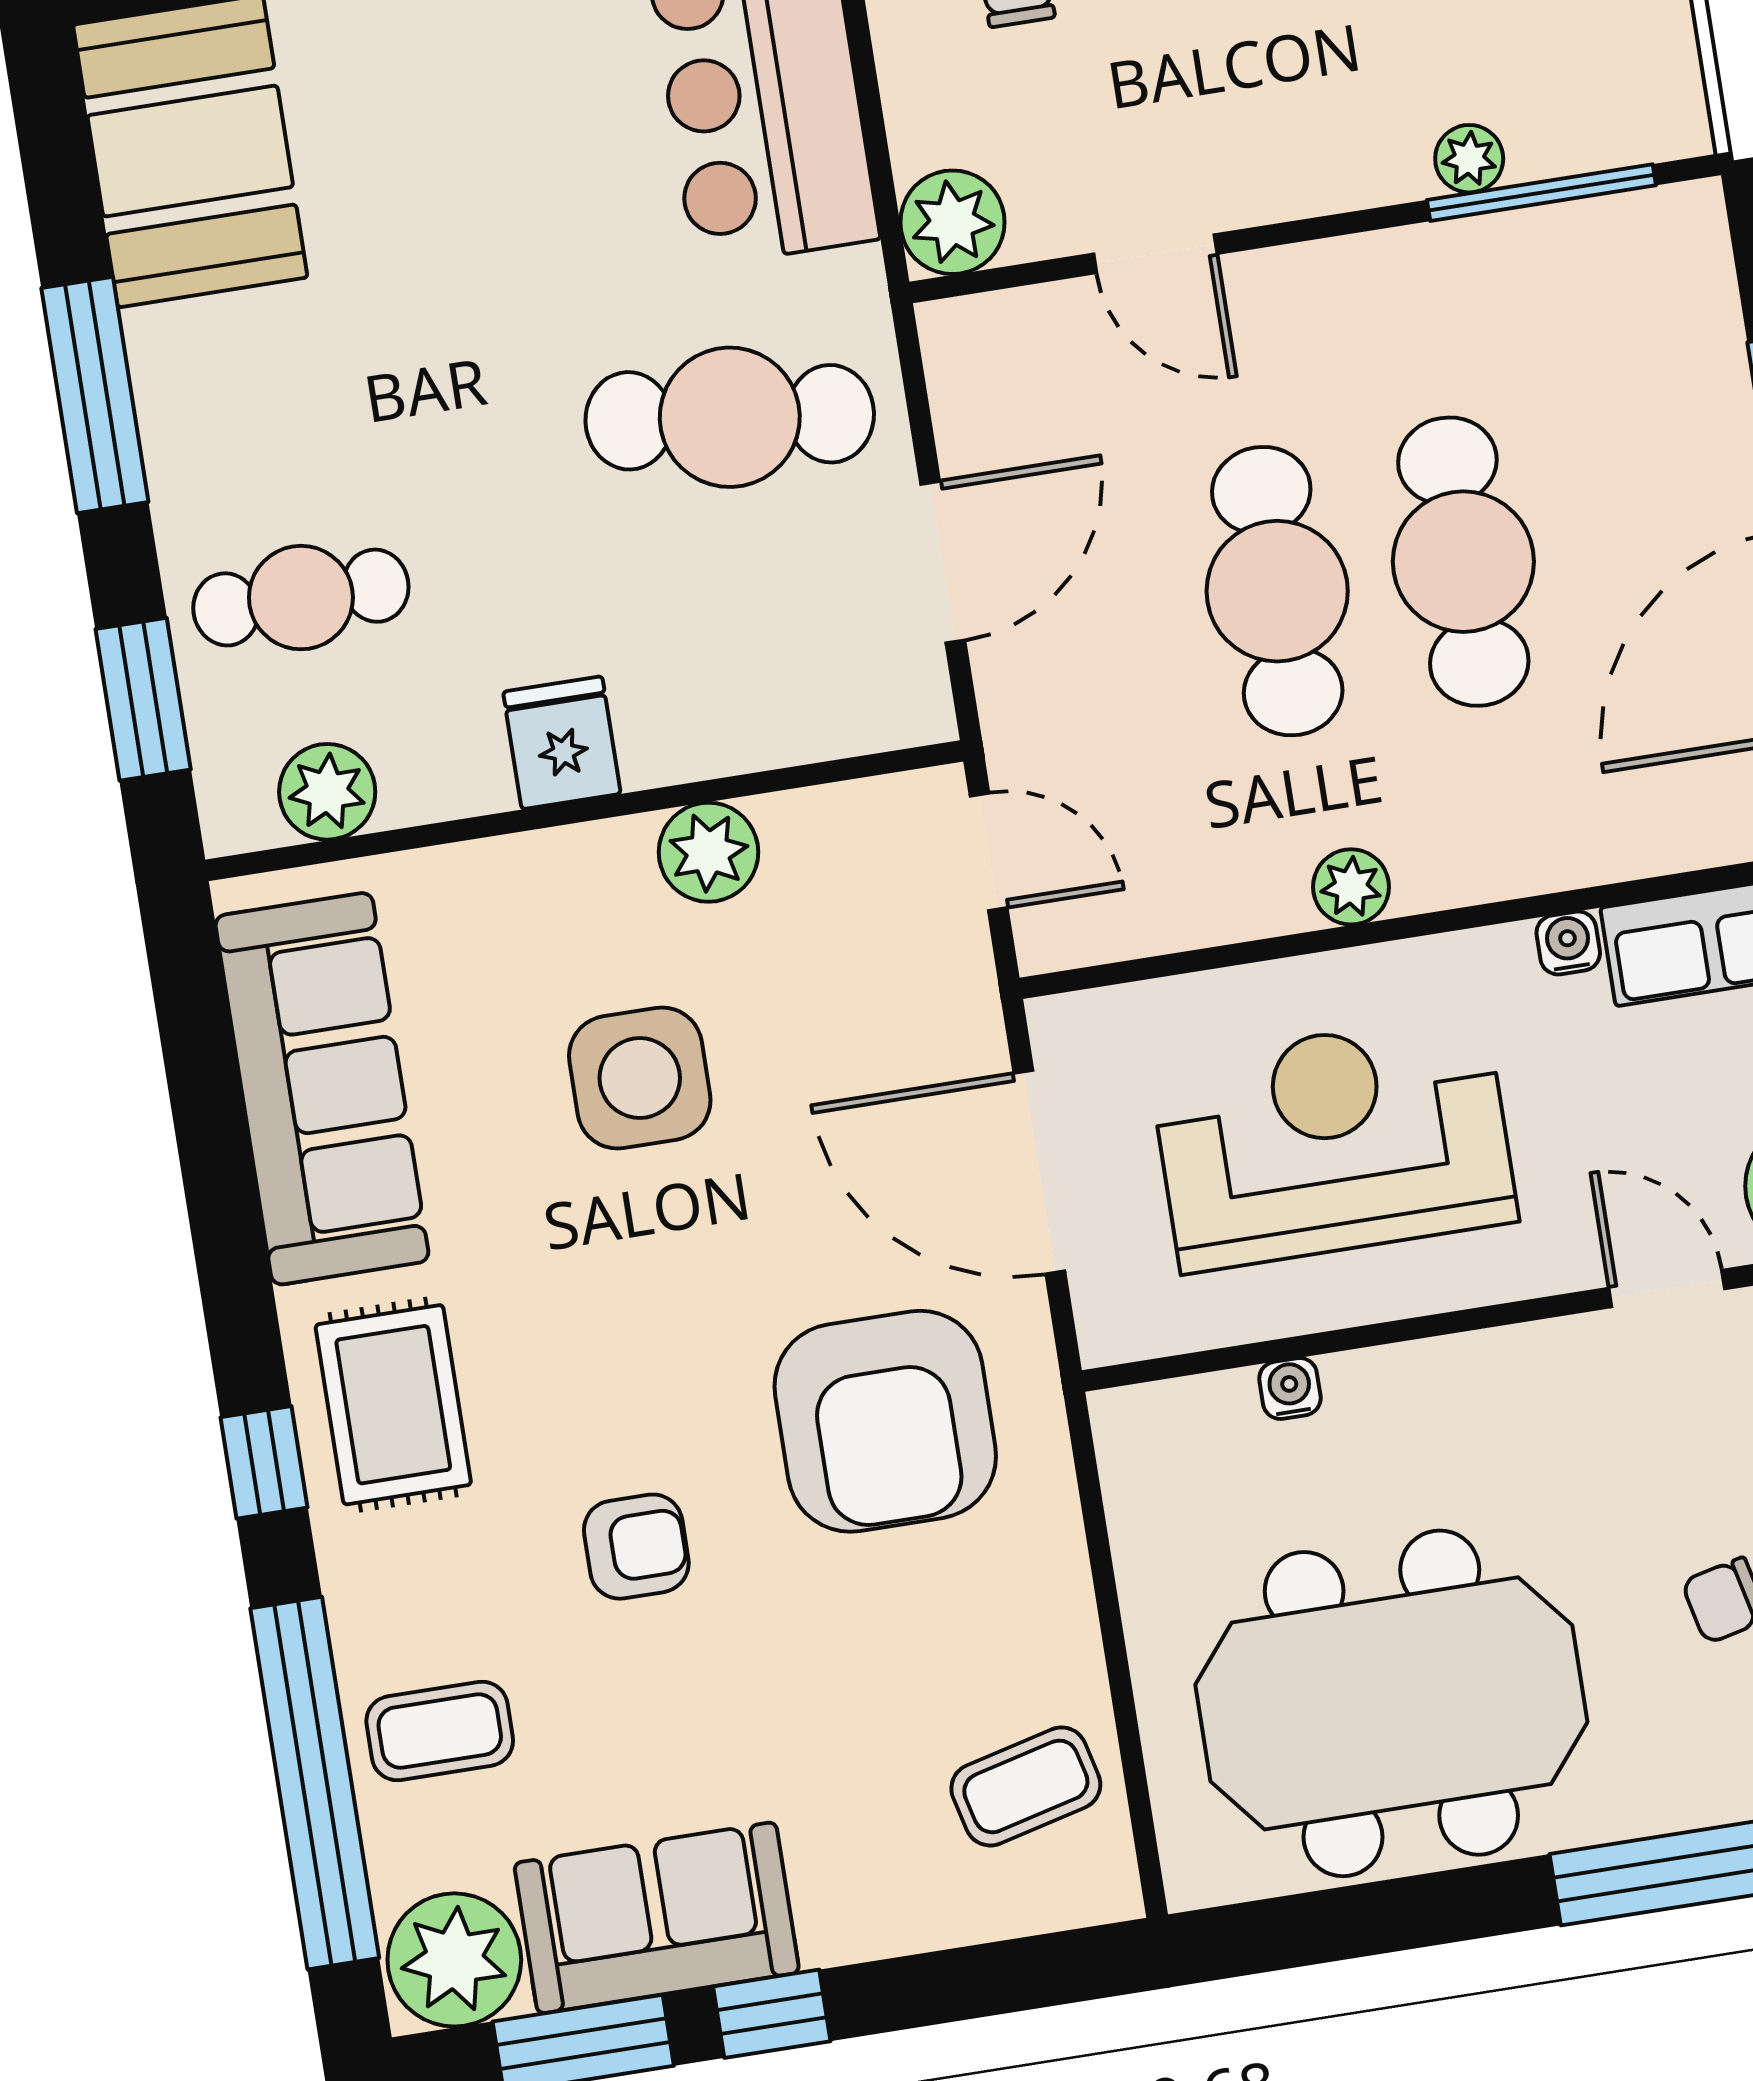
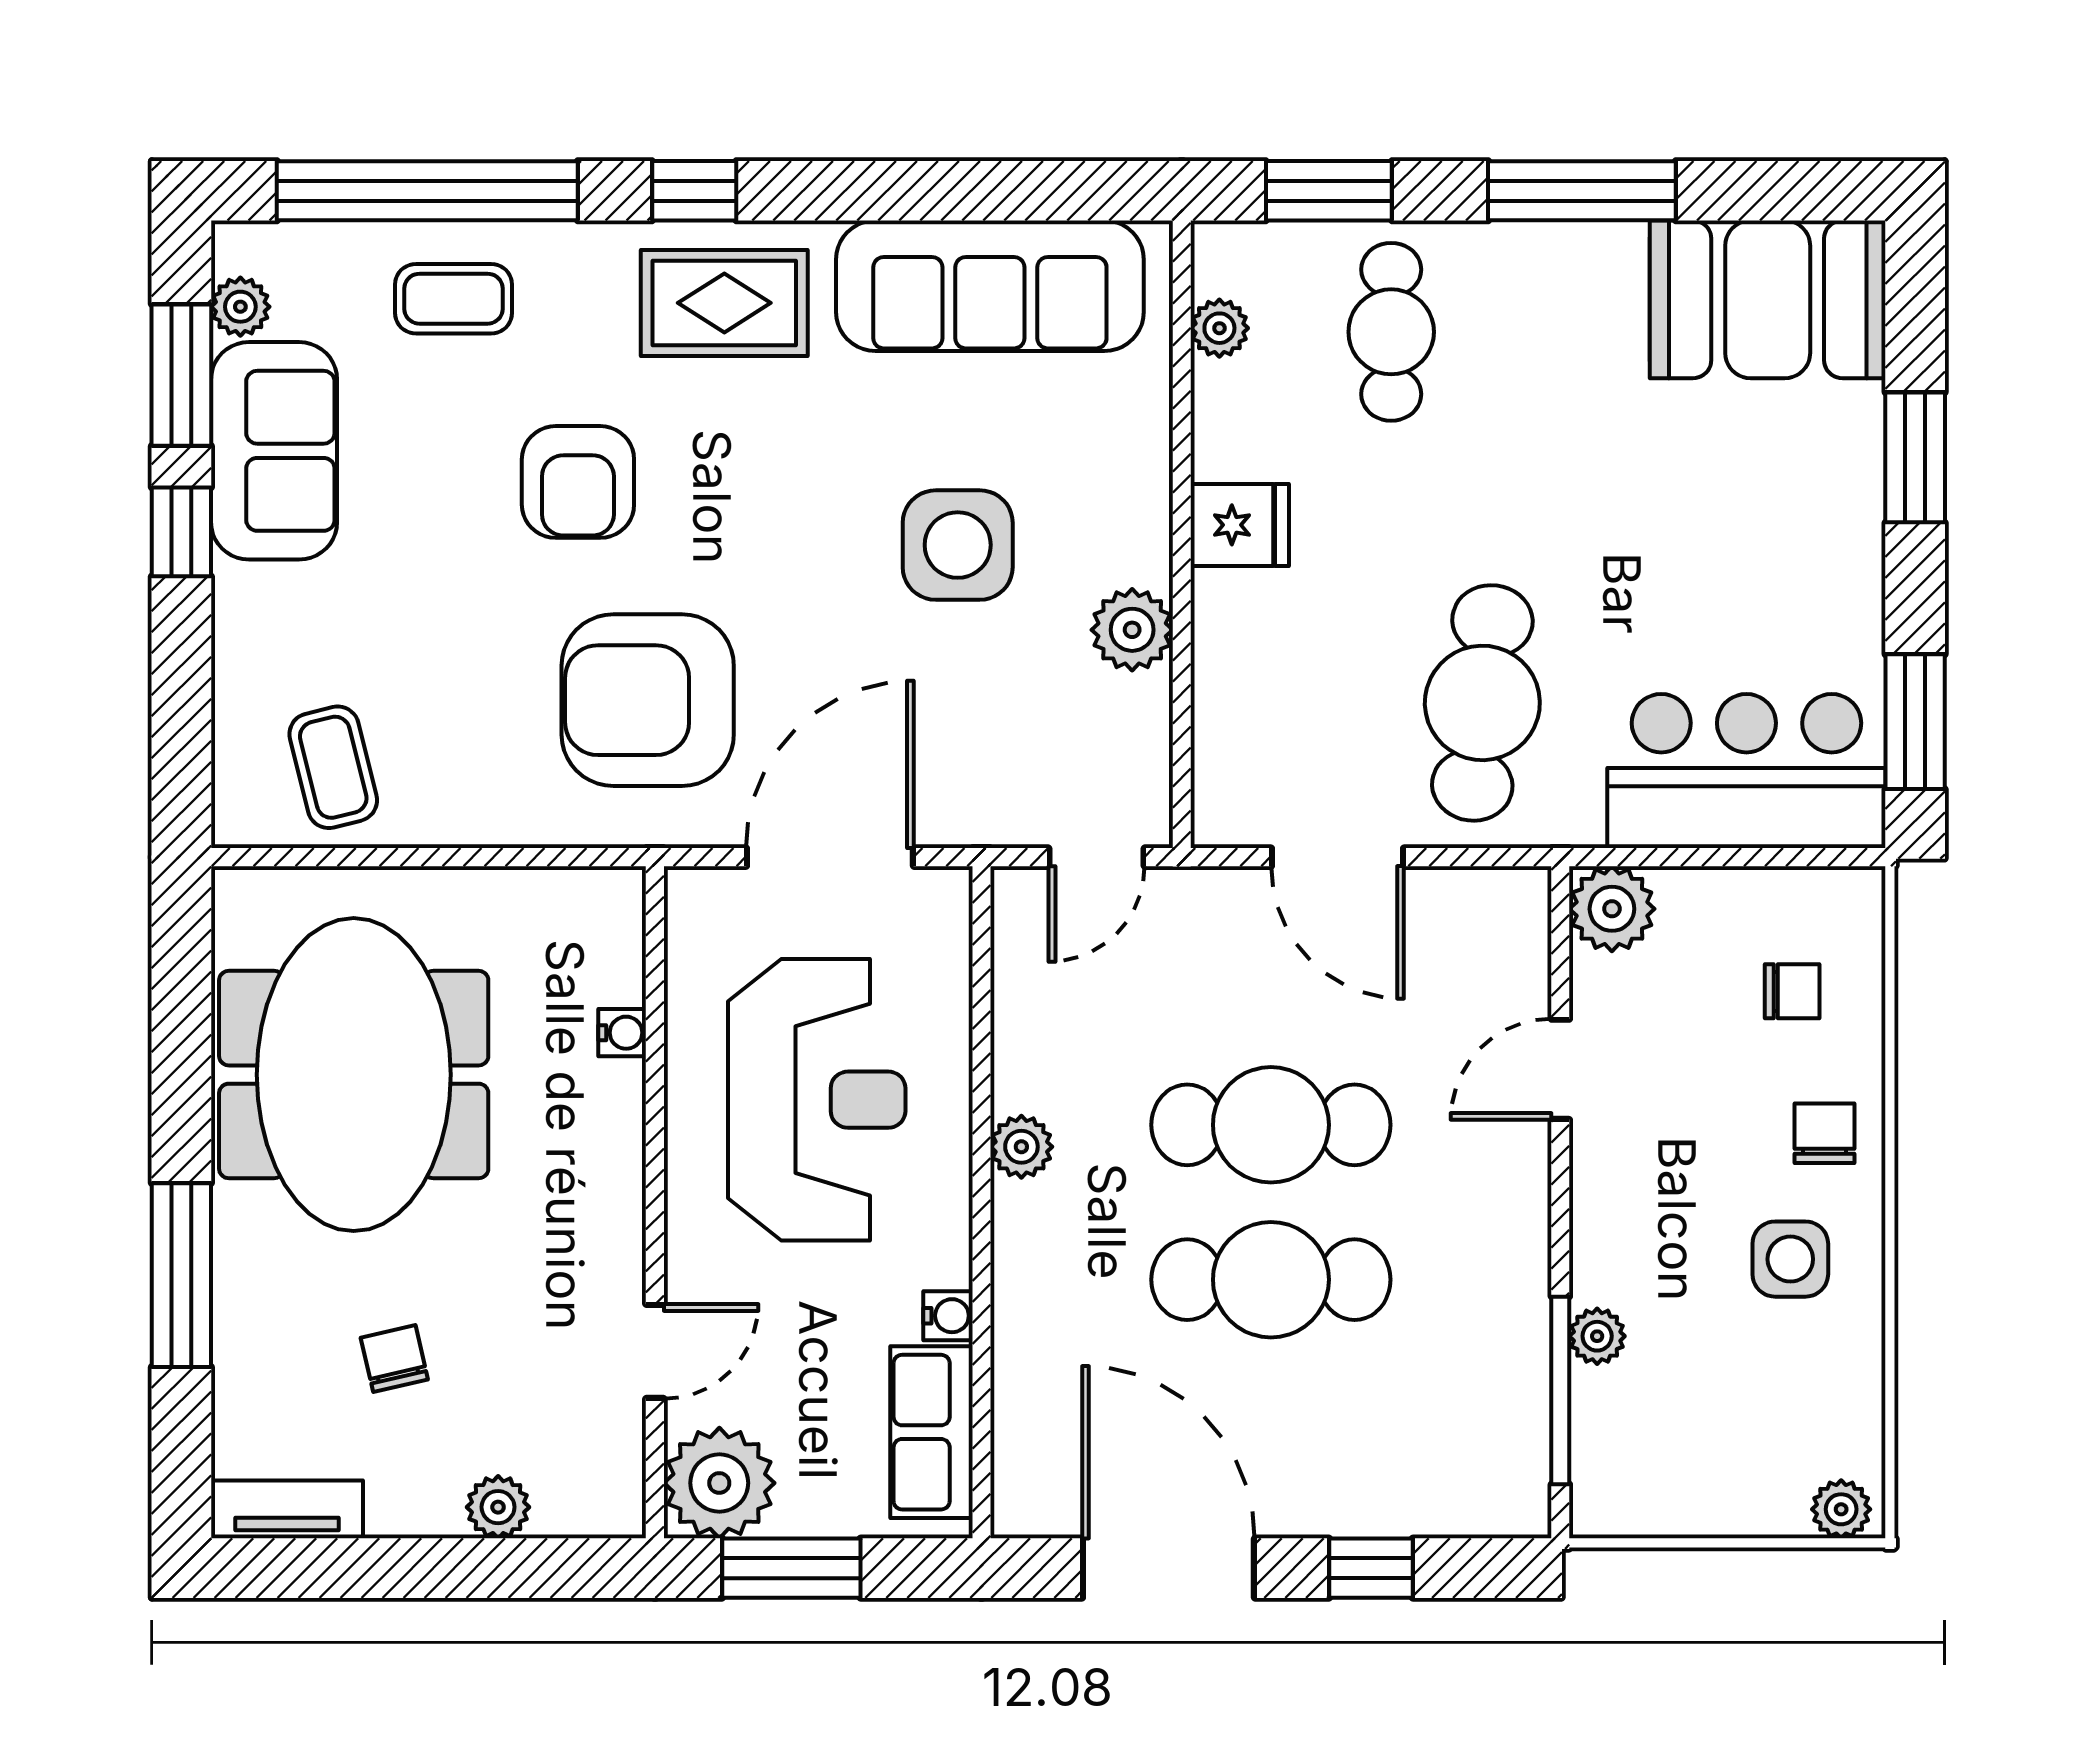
plant: (327, 792) -> (1219, 328), width x0.73, depth x0.73
armchair: (636, 1547) -> (578, 482), width x1.38, depth x1.38
coffee table: (440, 1731) -> (454, 299), turned 90
plant: (454, 1960) -> (240, 307), width x0.53, depth x0.53

